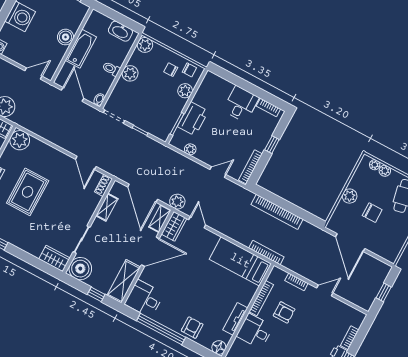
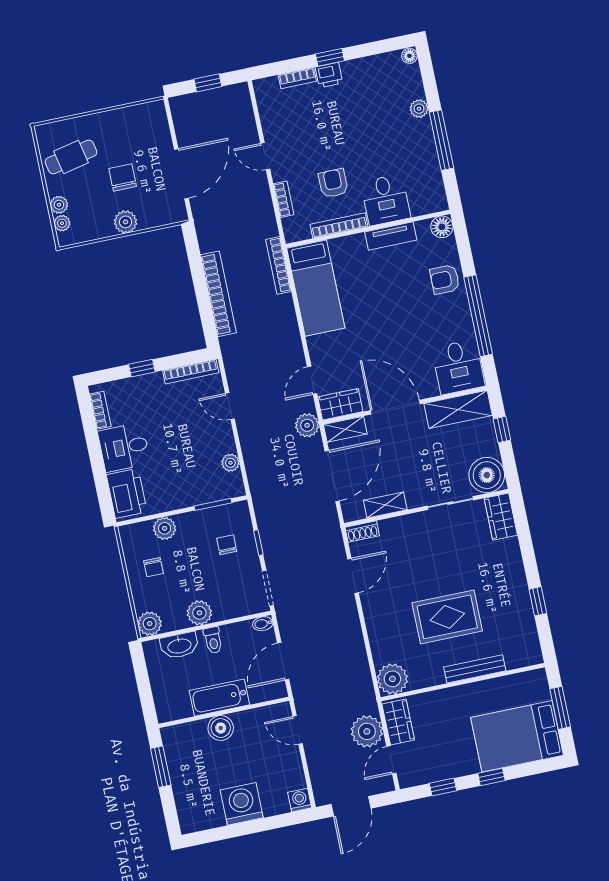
washbasin: (120, 31) -> (179, 645), moved, turned 90
chair: (189, 70) -> (227, 545), moved
printer: (193, 119) -> (127, 493), moved, turned 90

